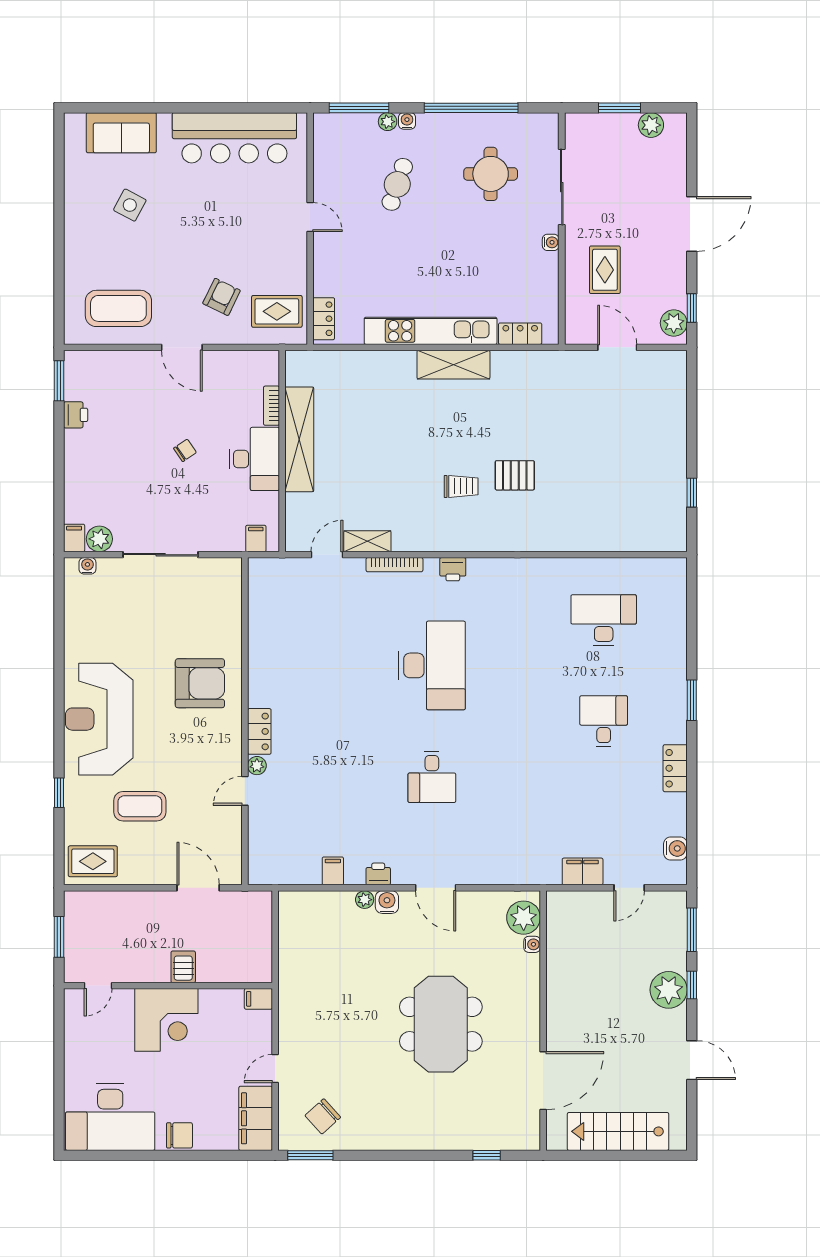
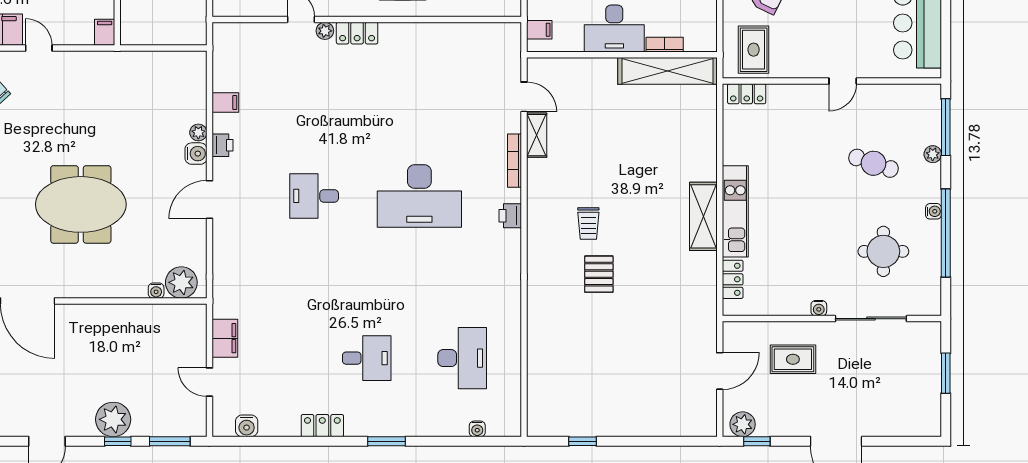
water cooler: (407, 121) -> (933, 211), moved
plant: (651, 125) -> (930, 403), removed
kitchen unit: (431, 331) -> (735, 211), width x0.73
shelving: (299, 439) -> (667, 71), moved
water cooler: (679, 604) -> (477, 429), added

